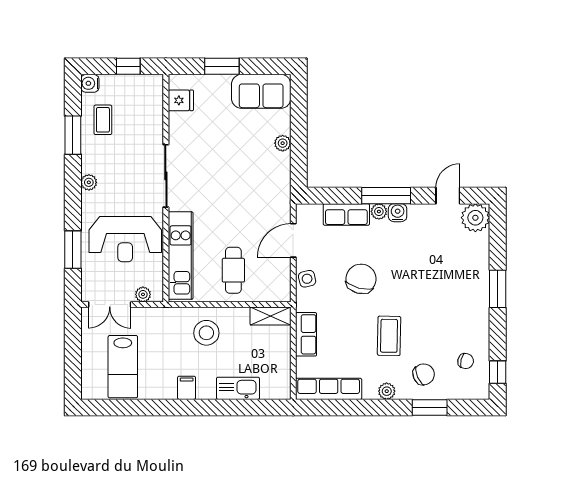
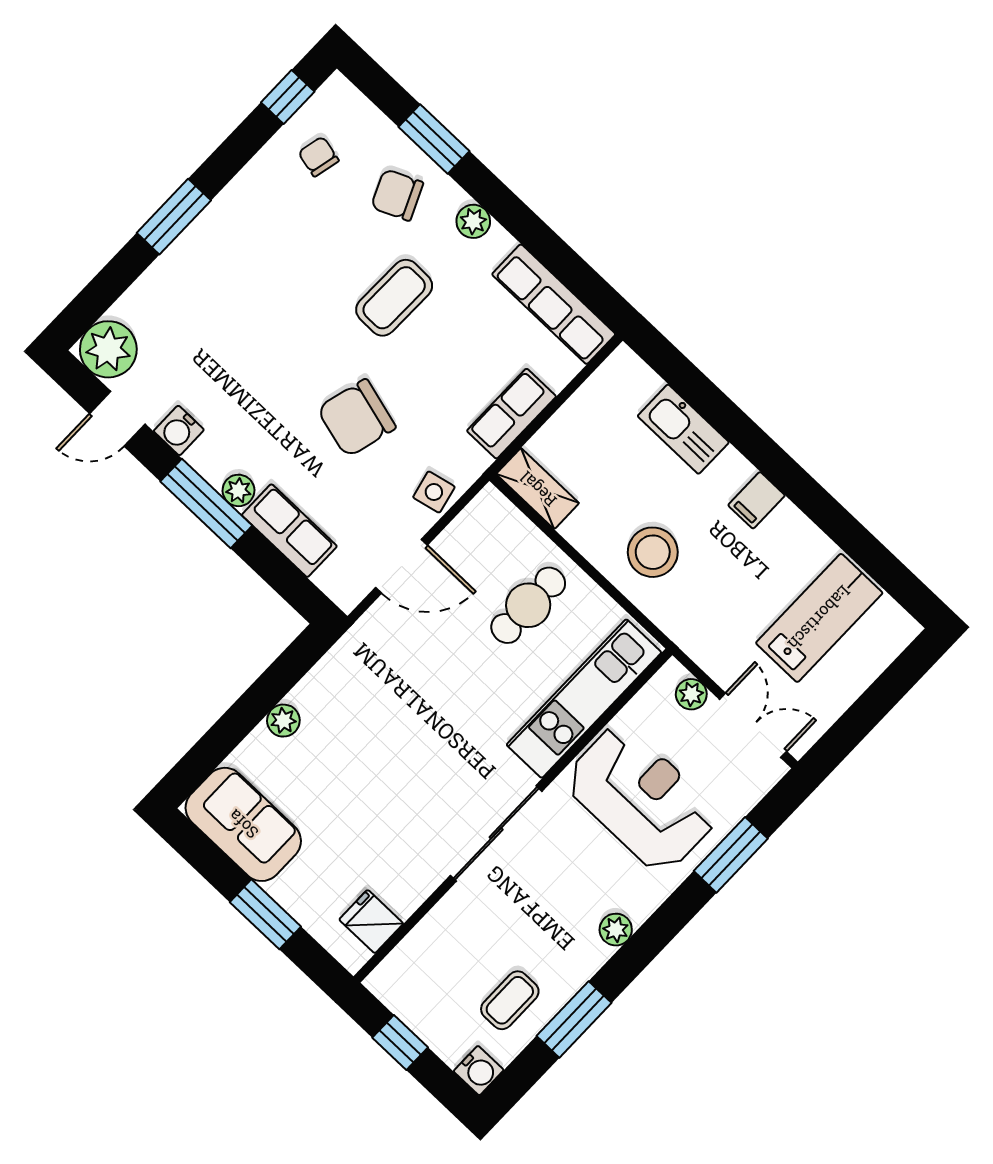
water cooler: (398, 213) -> (179, 430), moved

